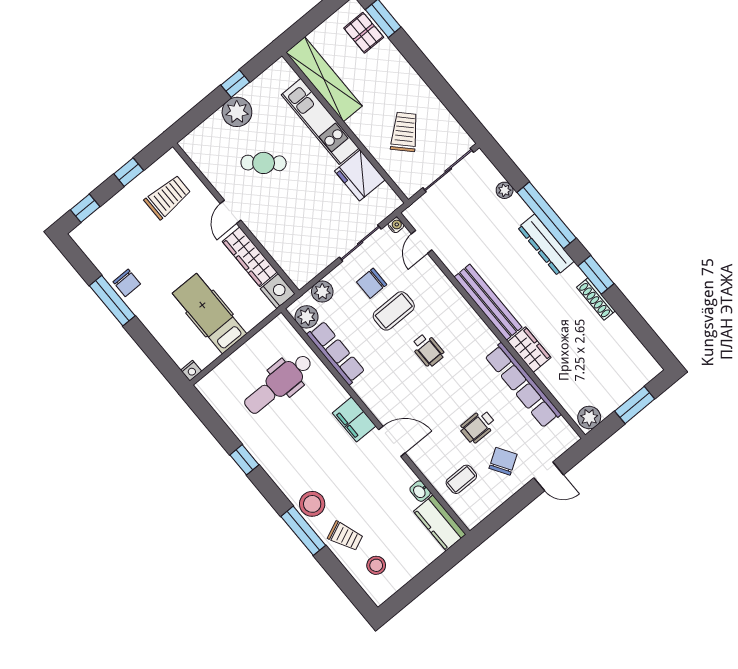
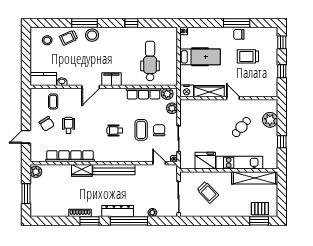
plant: (237, 112) -> (270, 120), moved
trolley: (168, 197) -> (248, 56), moved, turned 90

